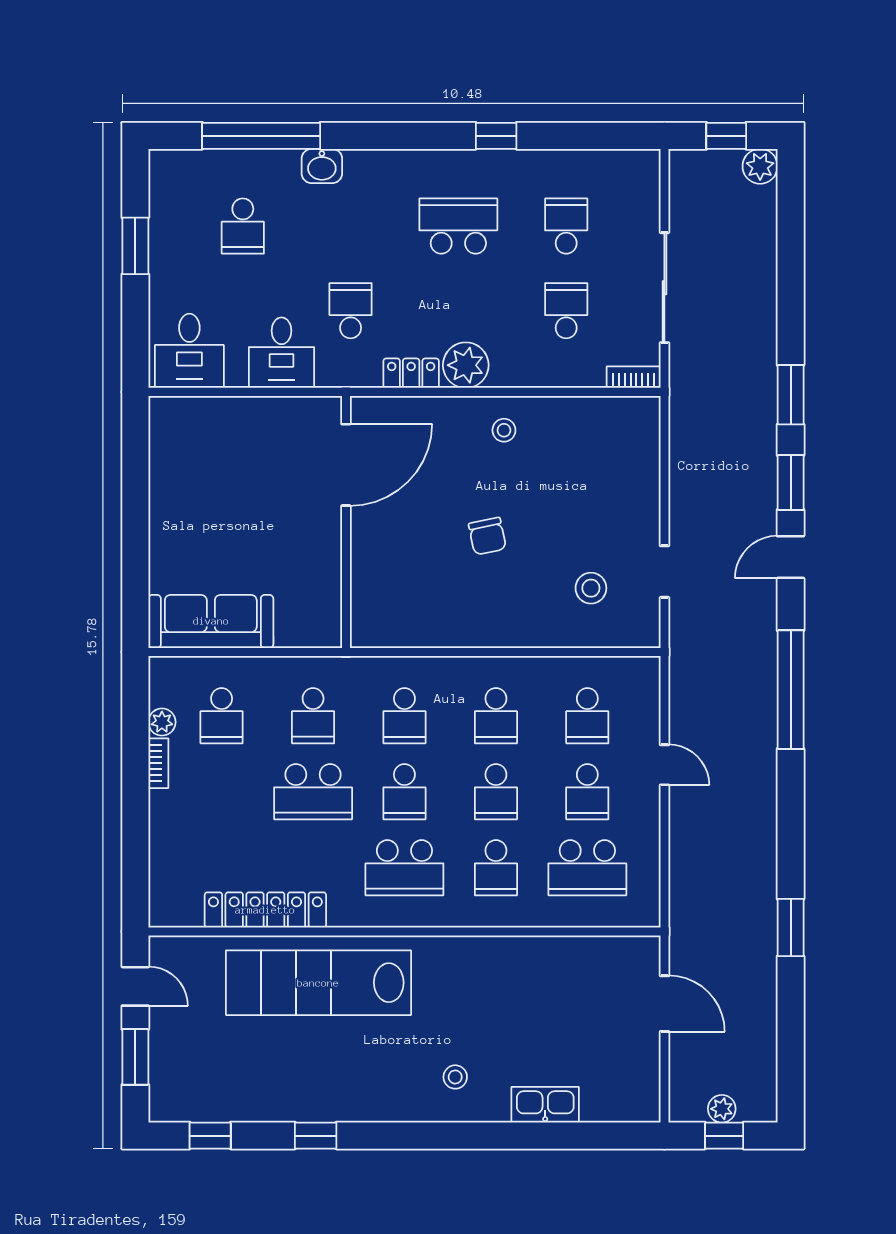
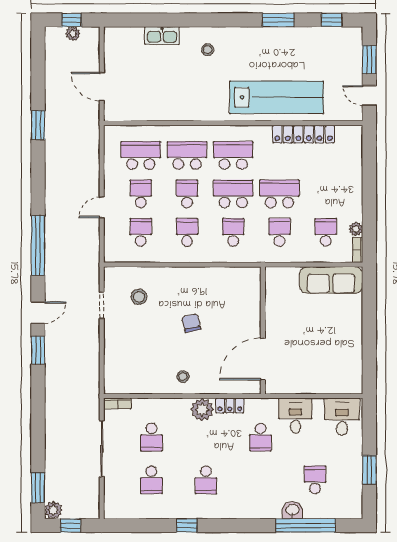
washbasin: (322, 166) -> (292, 510), moved
school desk: (458, 226) -> (206, 480), width x0.54
window: (791, 395) -> (38, 488), moved
bookcase: (158, 763) -> (358, 250), moved
door: (664, 765) -> (102, 207), hinge flipped
school desk: (404, 792) -> (233, 194), width x1.85
school desk: (496, 868) -> (187, 155), width x1.85
window: (316, 1136) -> (278, 20), width x1.50

